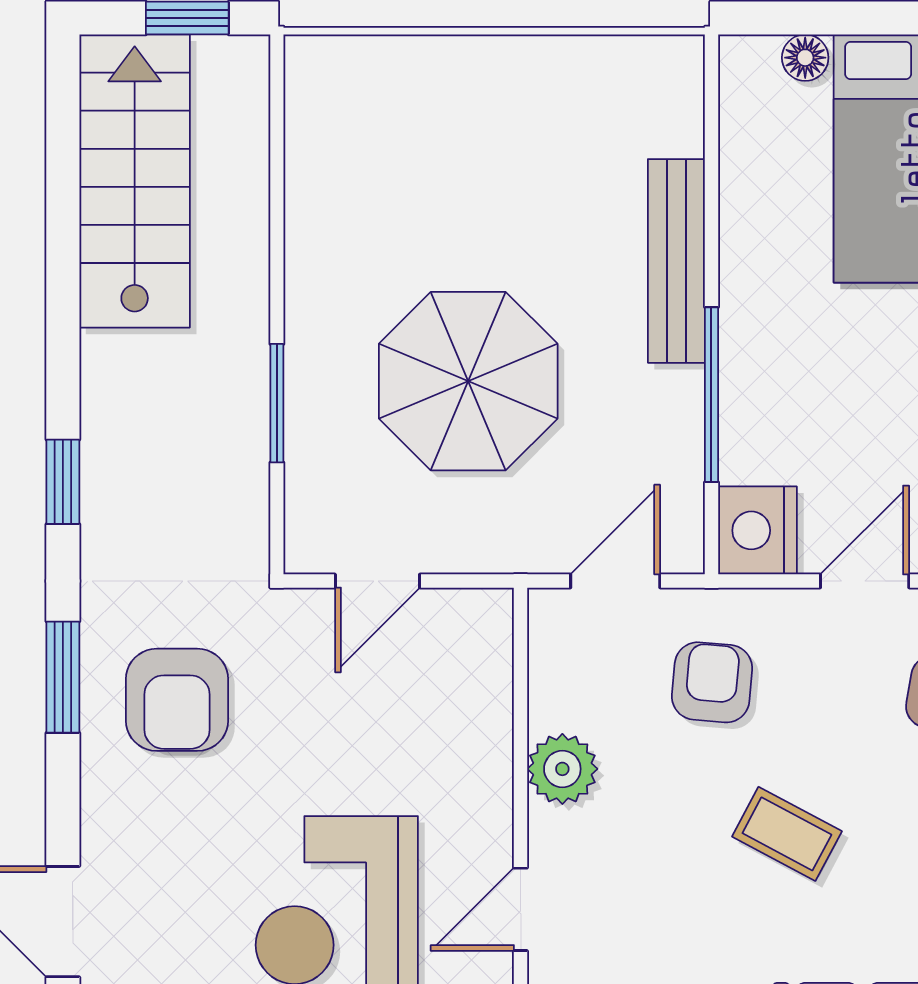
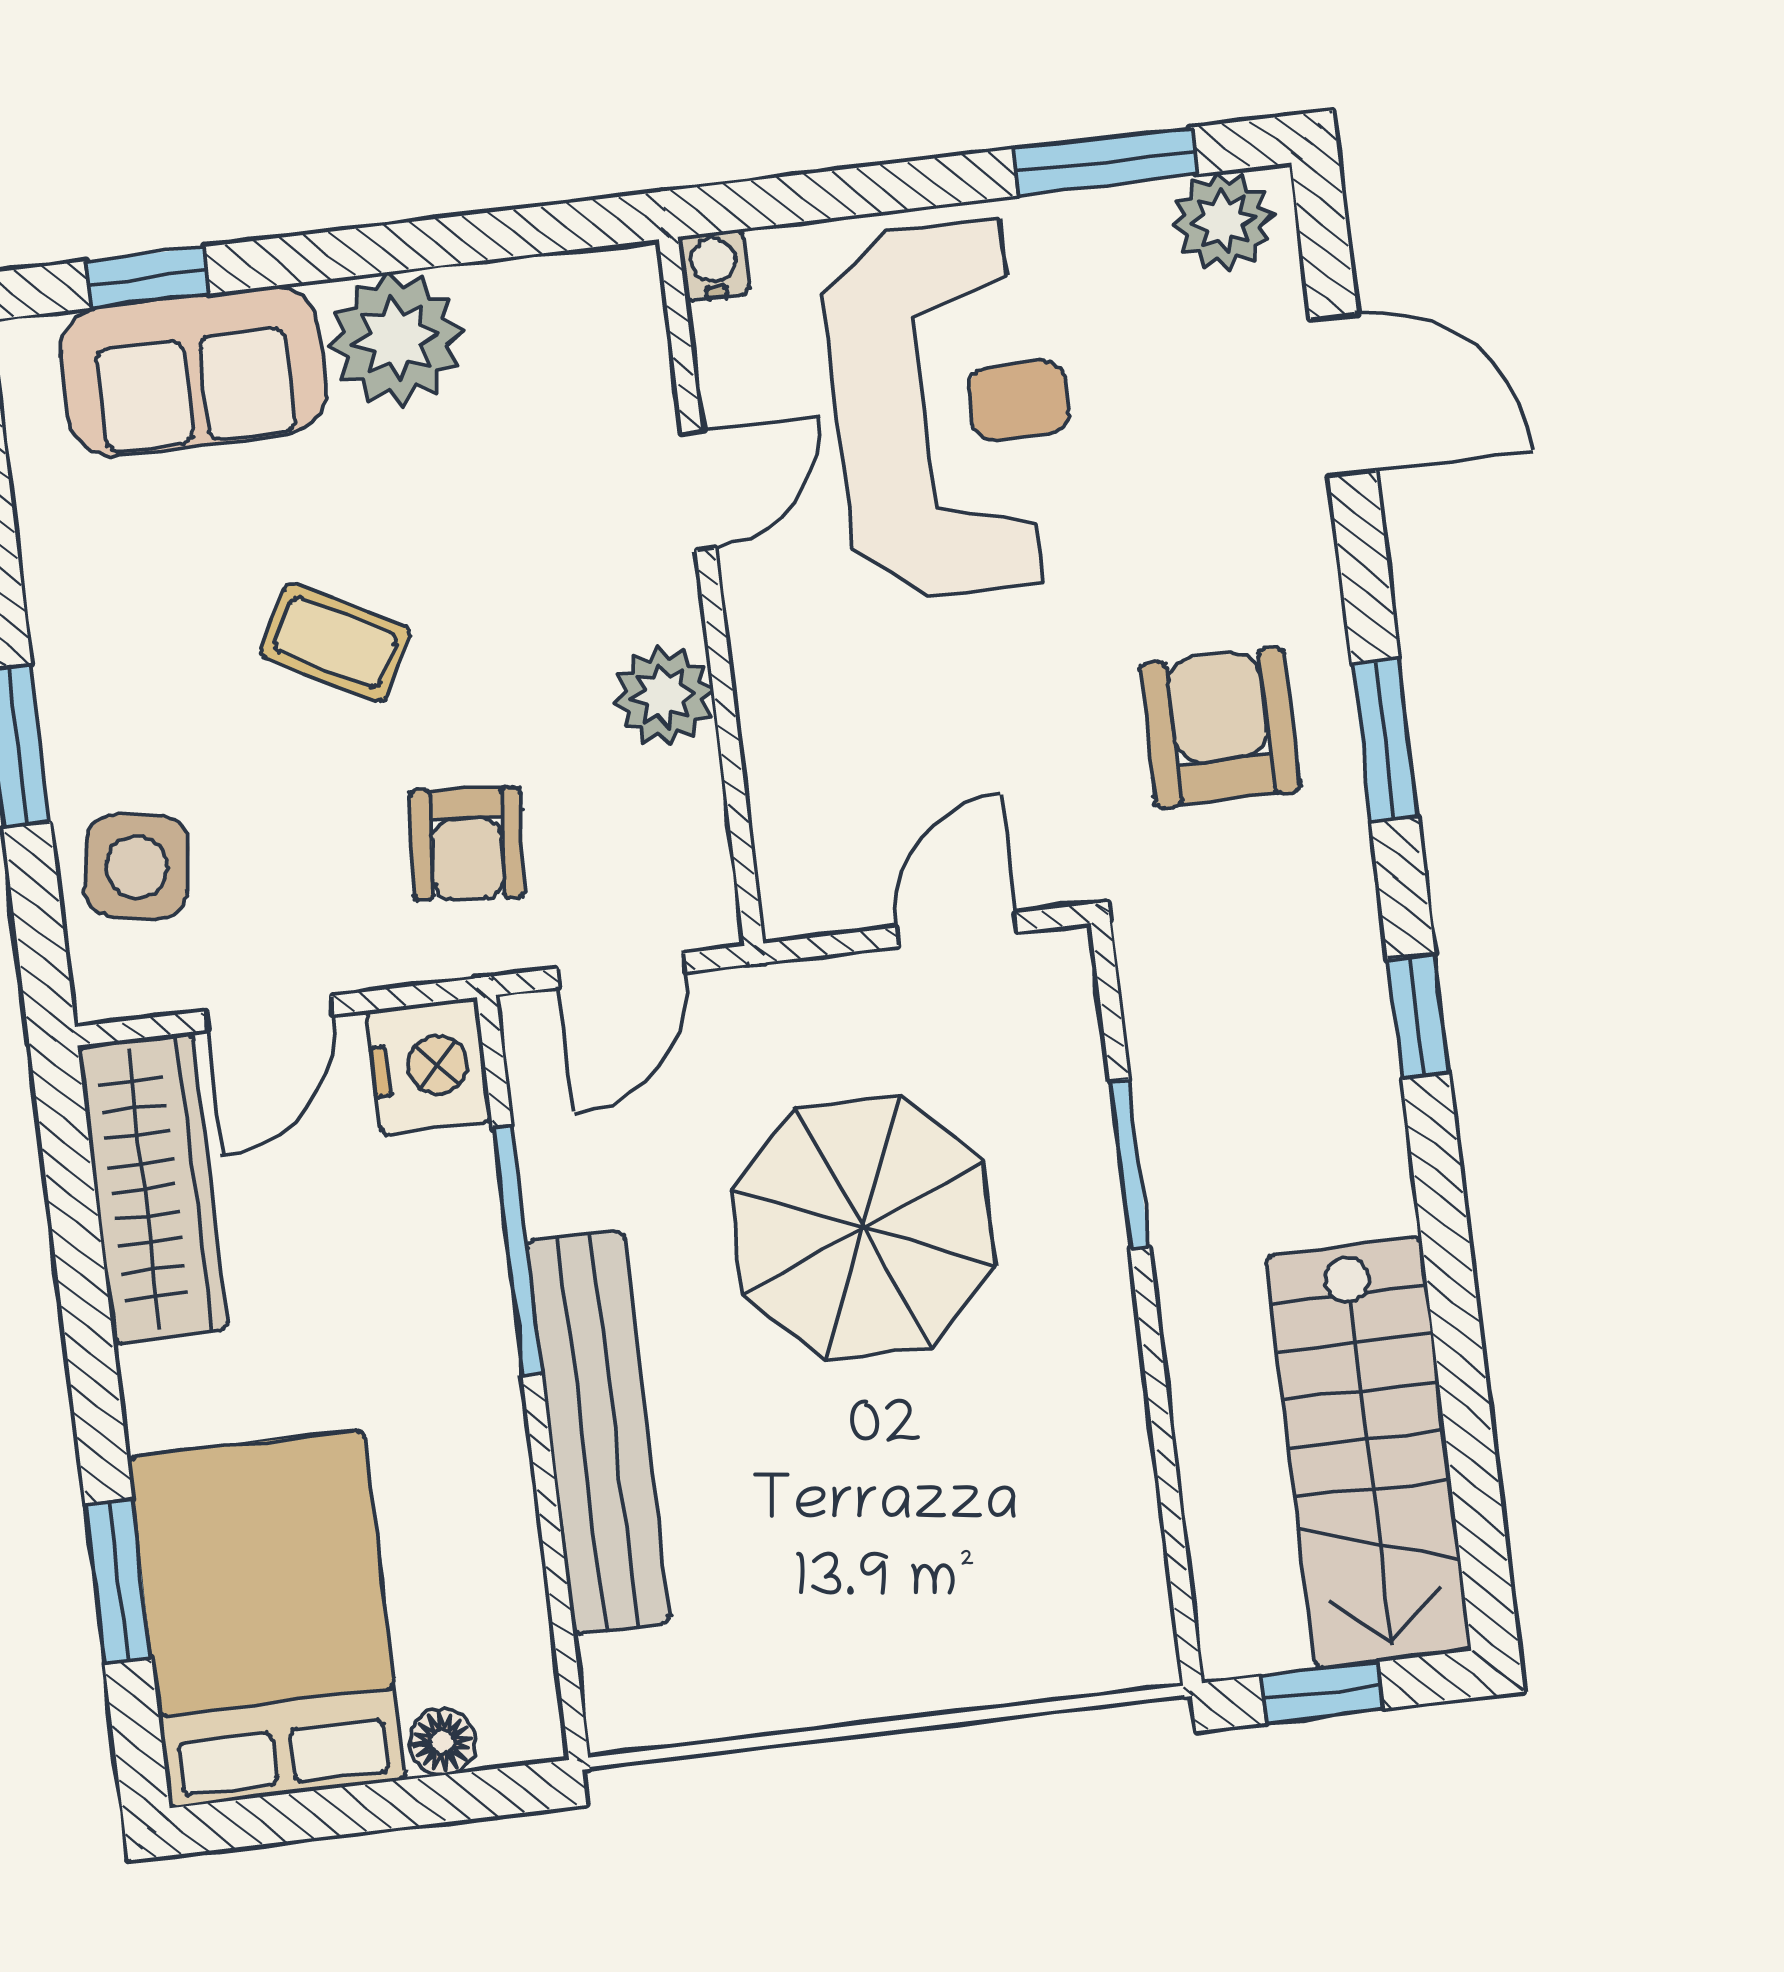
bench: (676, 261) -> (598, 1432), width x1.37, depth x1.21

